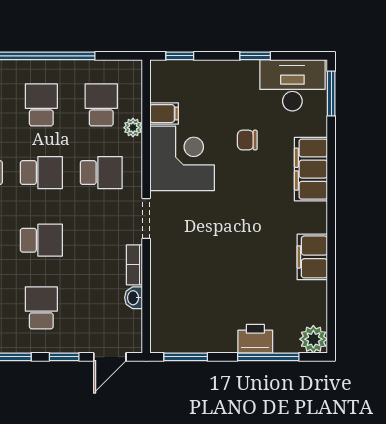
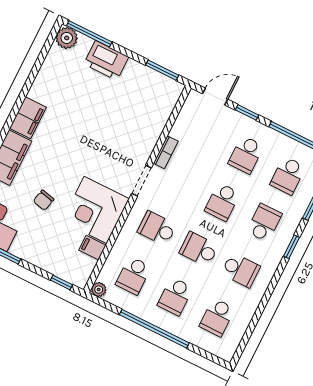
plant: (133, 128) -> (99, 290), moved
chair: (247, 140) -> (44, 200), turned 103
school desk: (41, 240) -> (222, 202), turned -90
filing cabinet: (312, 257) -> (28, 118), moved
washbasin: (134, 298) -> (178, 130), removed
printer: (255, 339) -> (106, 60), width x1.37, depth x1.19
window: (268, 357) -> (89, 34), moved

